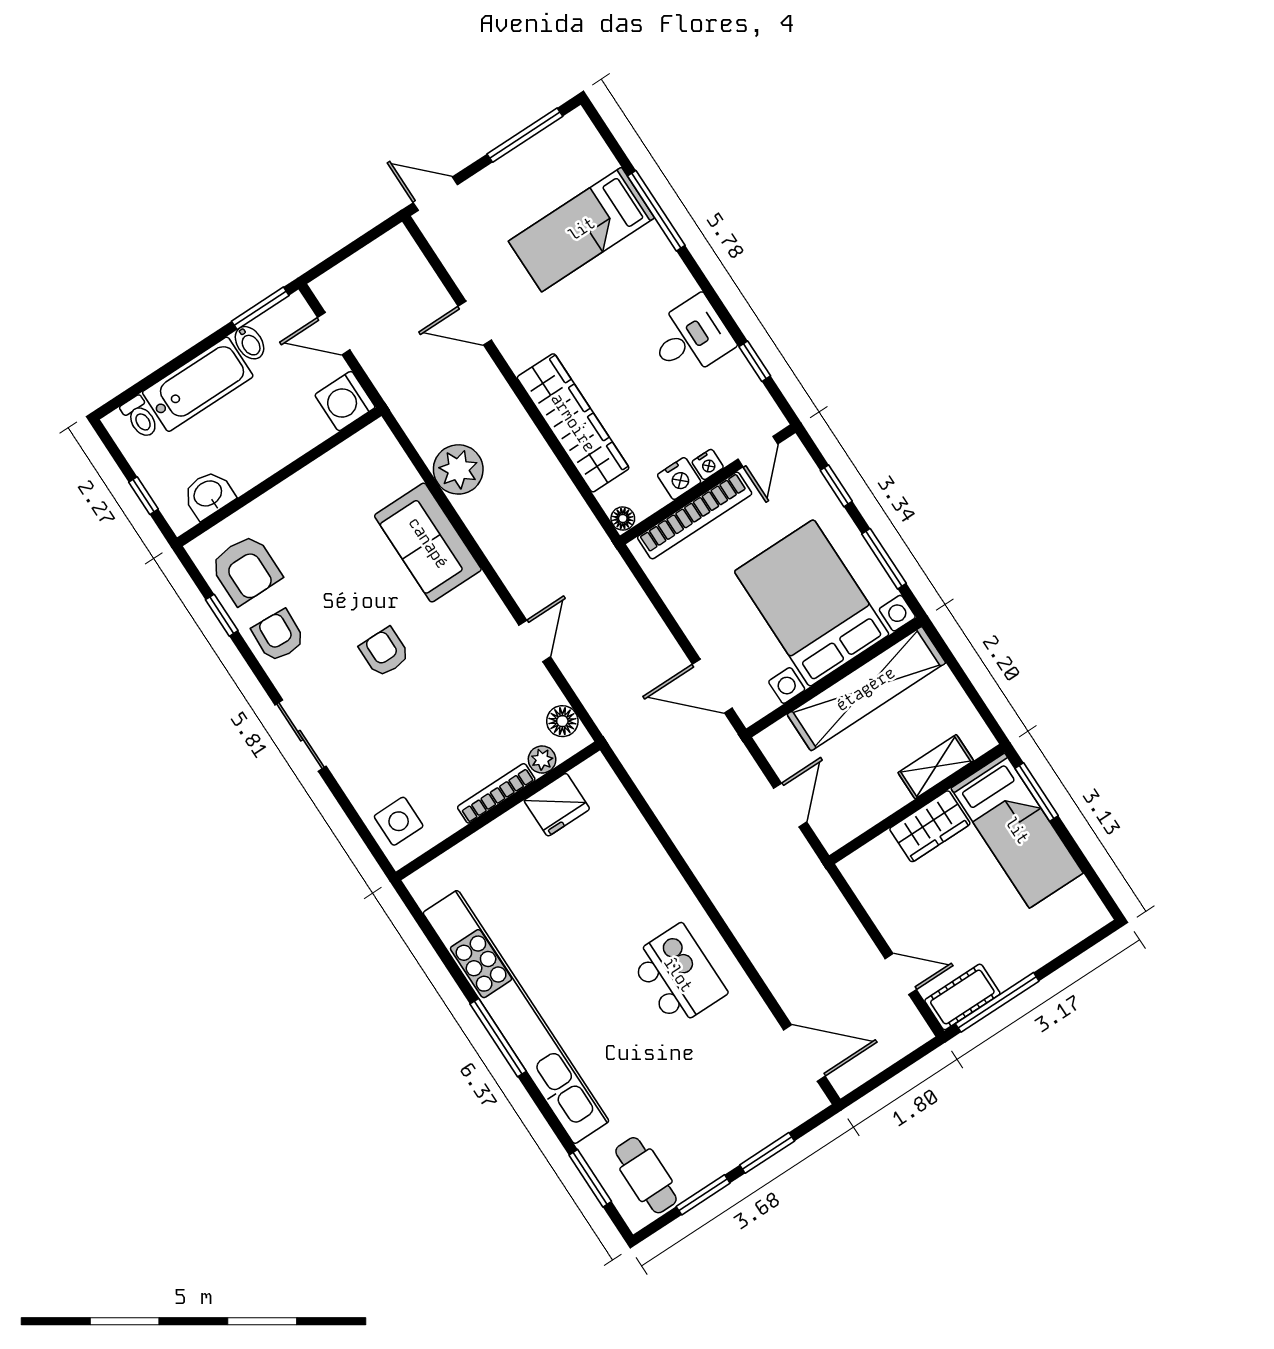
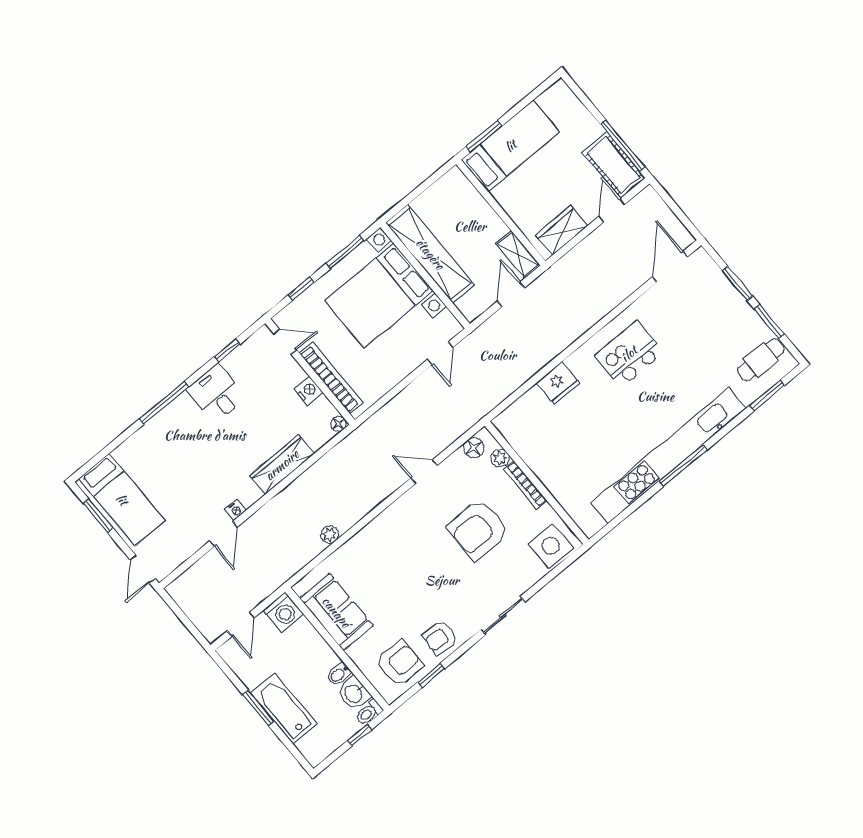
window: (525, 135) -> (98, 516), width x0.69
window: (656, 211) -> (164, 403), moved
bed: (582, 229) -> (122, 500), moved
window: (260, 308) -> (258, 708), moved
bidet: (250, 343) -> (339, 674), moved, turned 180
toilet: (140, 417) -> (369, 712), moved, turned 180
wardrobe: (573, 423) -> (282, 465), width x0.71, depth x0.85
nightstand: (708, 464) -> (236, 510), moved, turned 90
plant: (458, 469) -> (330, 535), width x0.53, depth x0.53
sofa: (428, 543) -> (336, 612), moved, turned -90
armchair: (384, 652) -> (478, 530), moved, width x1.88, depth x1.88
door: (712, 686) -> (440, 354), width x0.73
shelving: (936, 767) -> (518, 254), moved
fridge: (557, 805) -> (558, 383), moved, turned 90
door: (790, 805) -> (511, 294), hinge flipped
side table: (399, 821) -> (551, 546), width x1.37, depth x1.37
wardrobe: (930, 826) -> (562, 230), moved, turned -90
cot: (962, 997) -> (614, 165), width x1.37, depth x1.34

